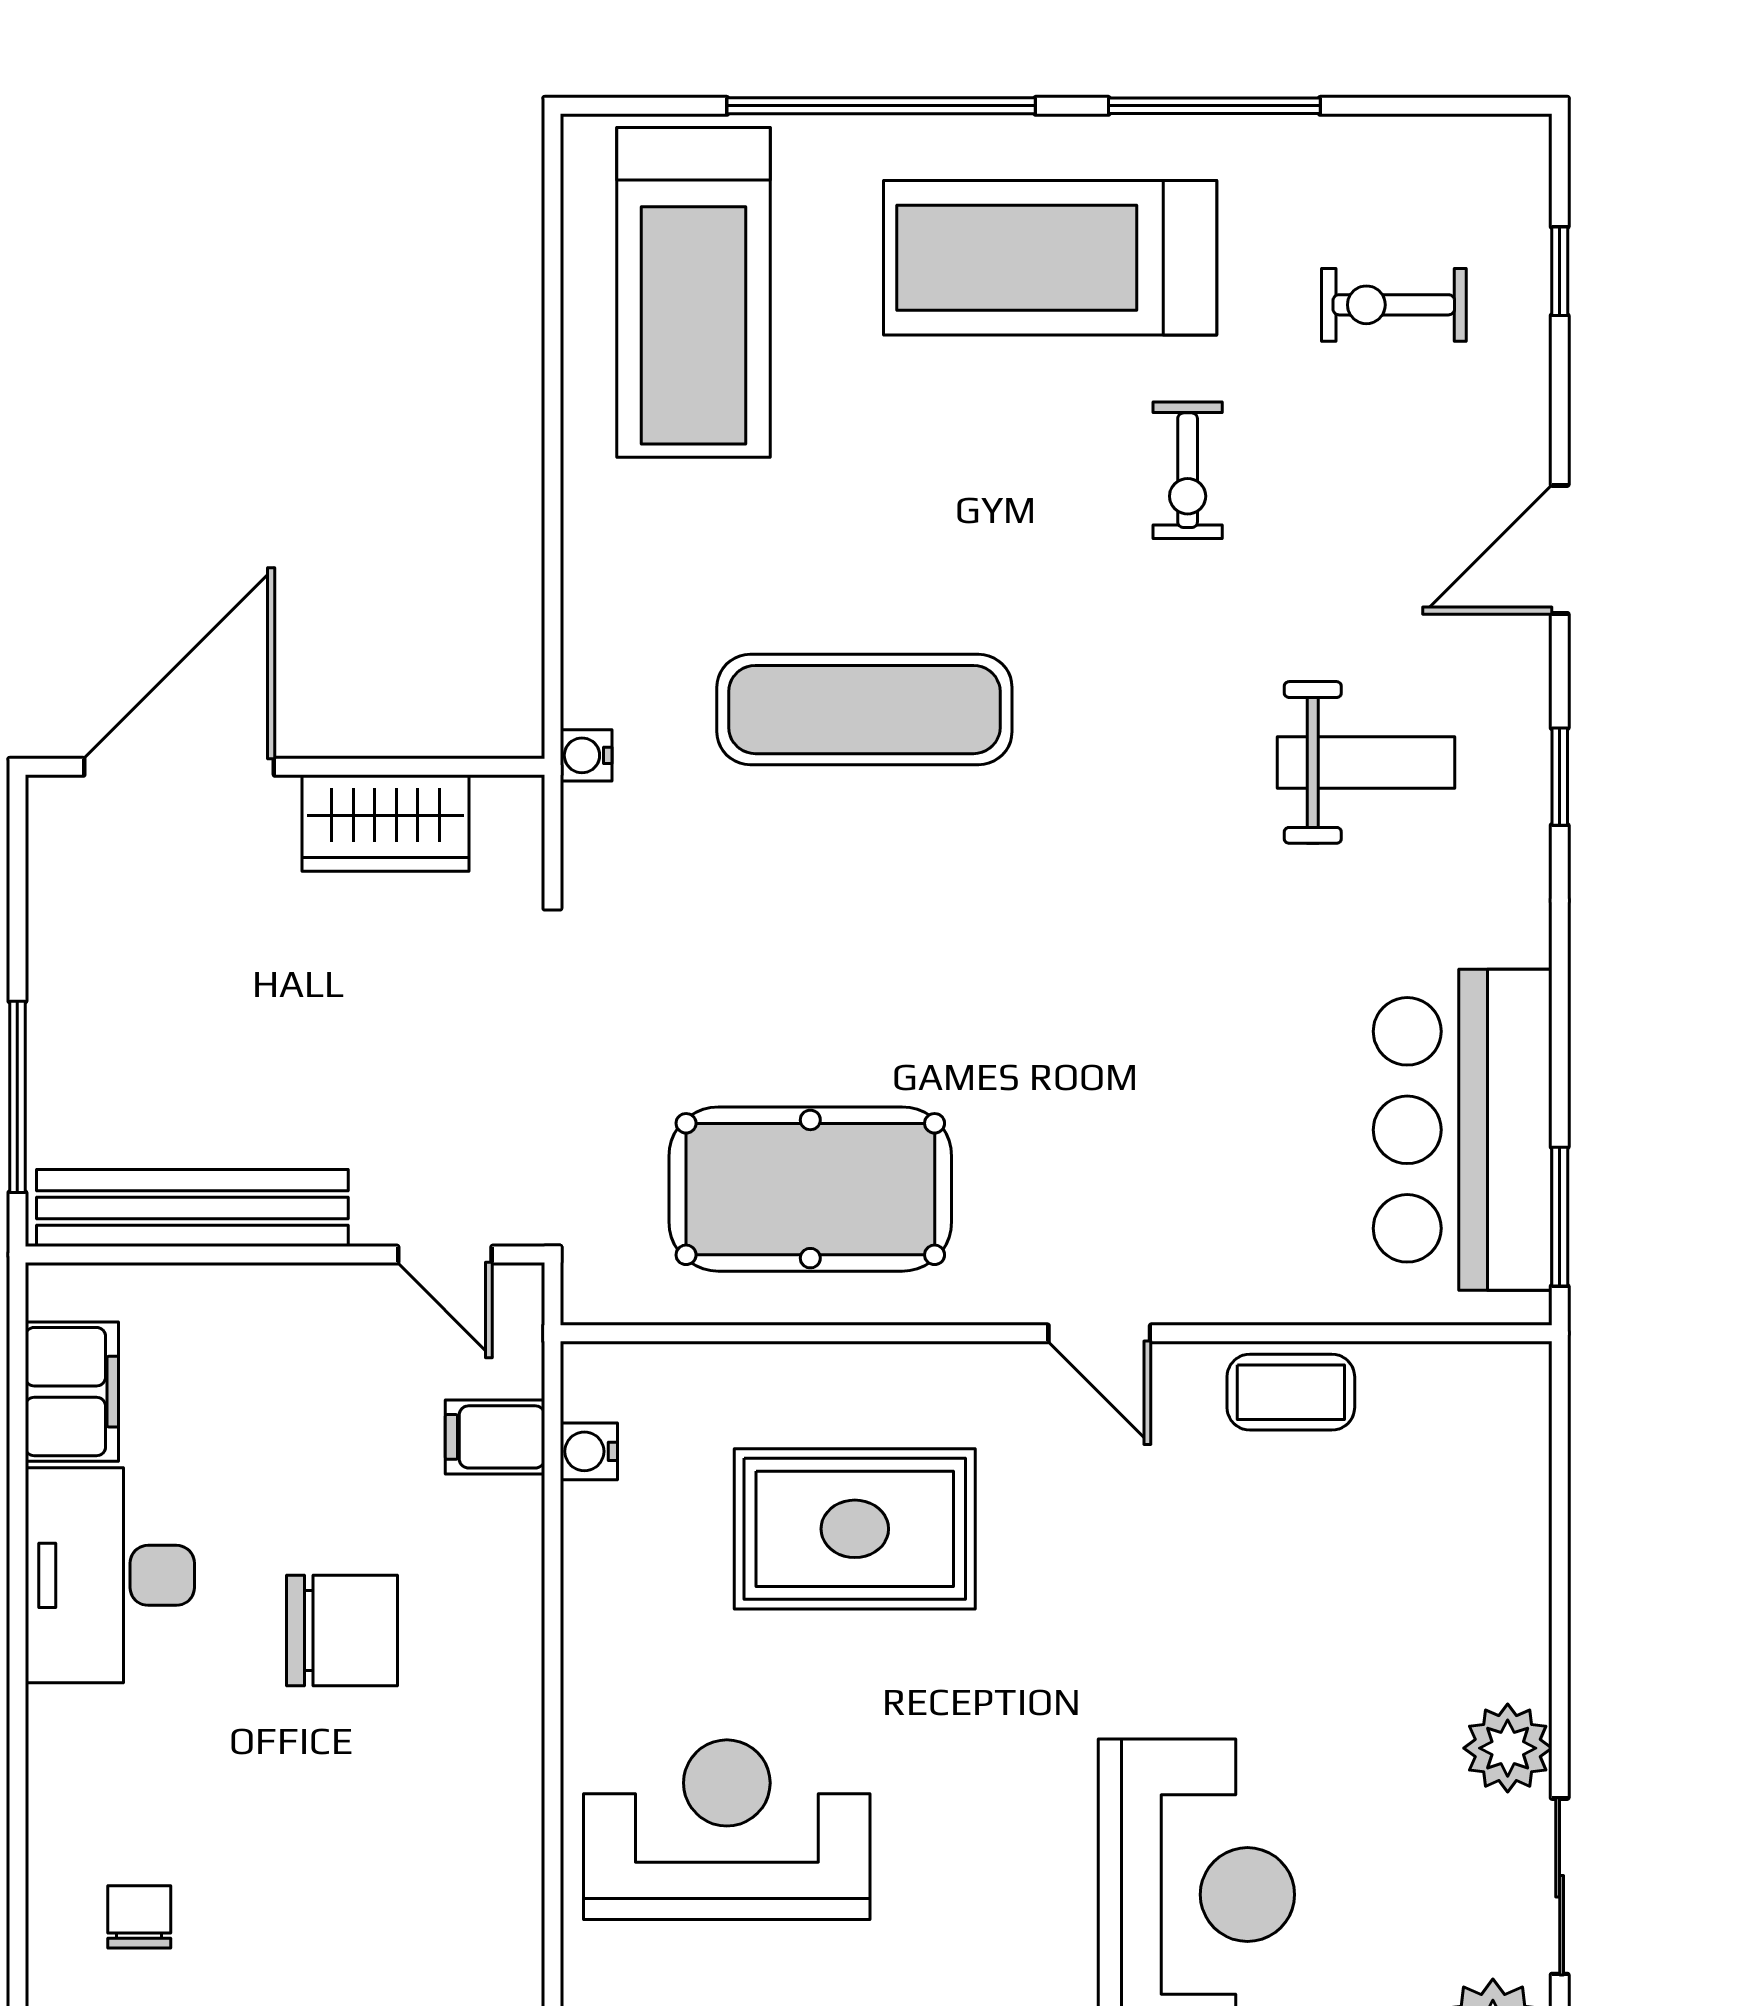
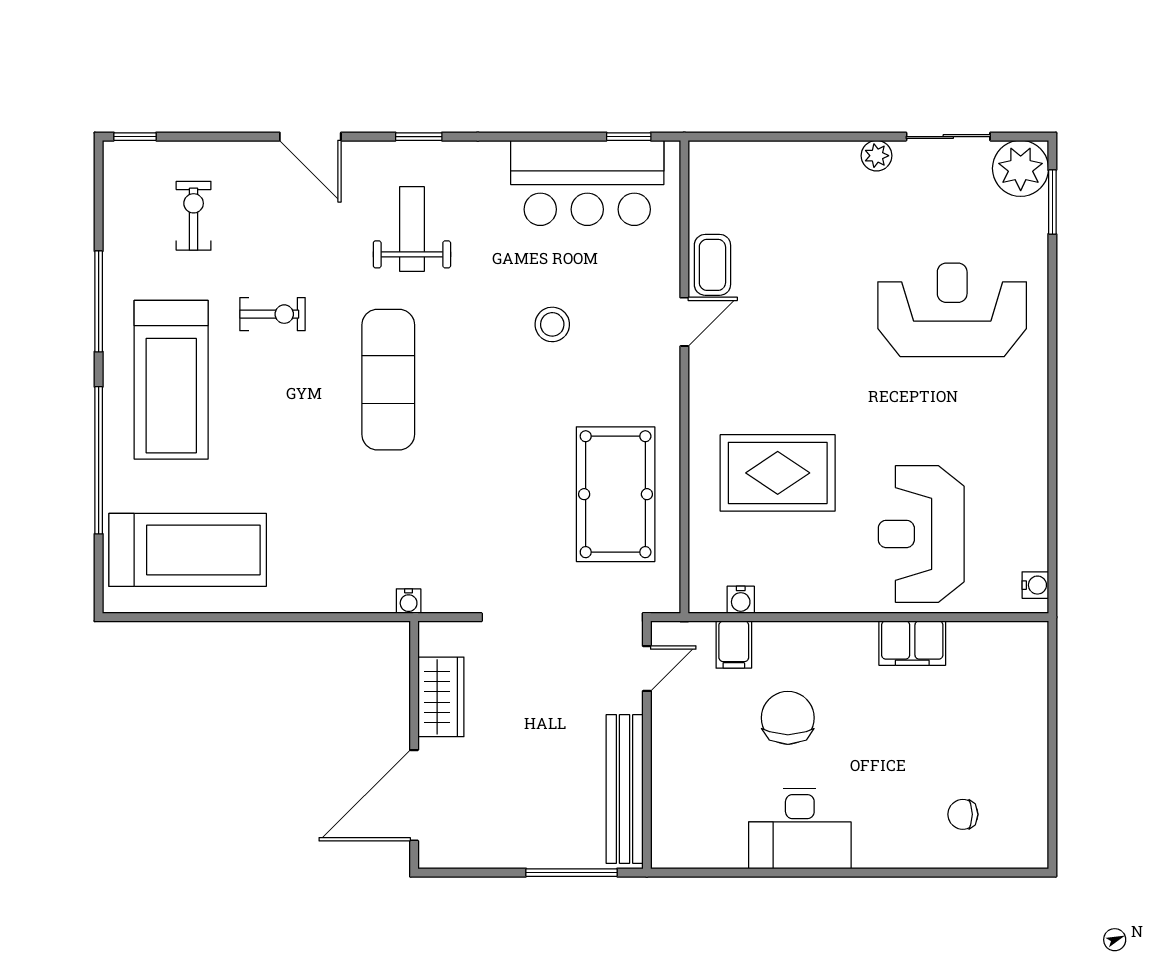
window: (1560, 271) -> (135, 137), moved
exercise bike: (1394, 305) -> (194, 216), turned 180
exercise mat: (864, 710) -> (388, 380), moved
door: (179, 767) -> (414, 795), hinge flipped
stool: (1166, 1056) -> (552, 324), added
window: (1560, 1217) -> (629, 137), width x0.67
door: (1099, 1333) -> (684, 322), moved
filing cabinet: (72, 1392) -> (912, 643), moved, turned 180
rug: (855, 1529) -> (778, 473), turned 90
chair: (342, 1630) -> (788, 718), moved
plant: (1508, 1748) -> (877, 156), width x0.73, depth x0.73

